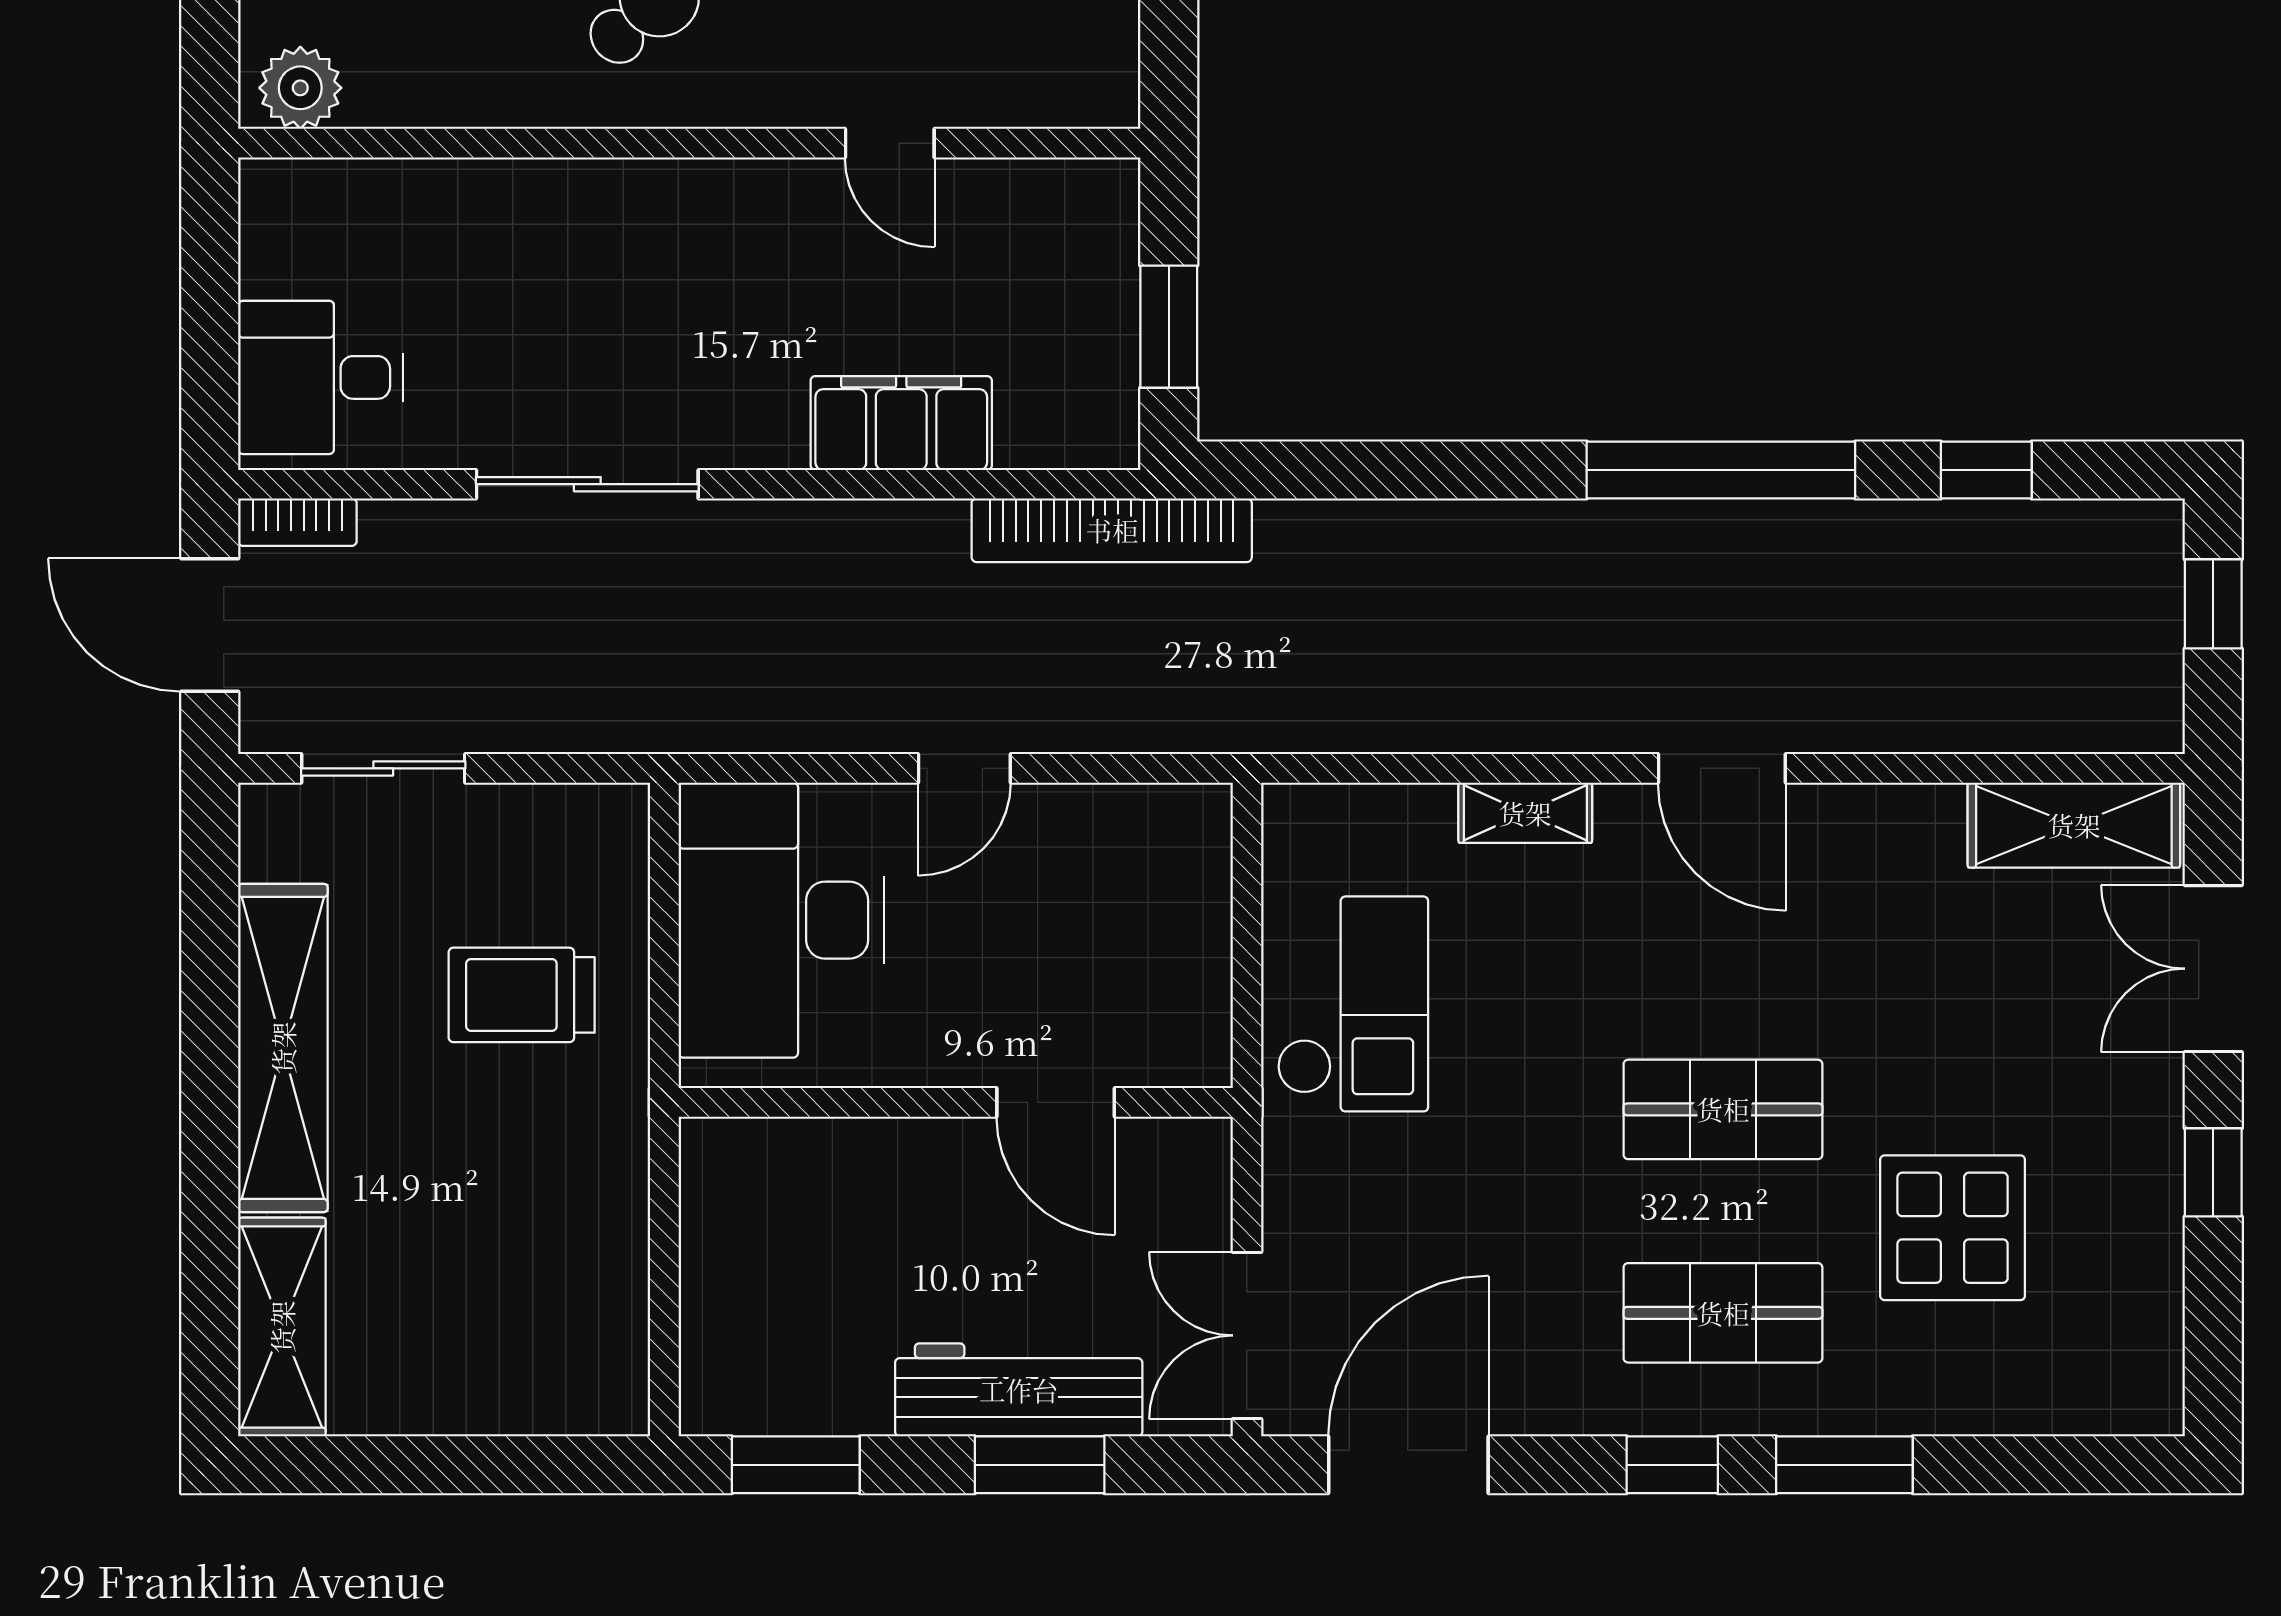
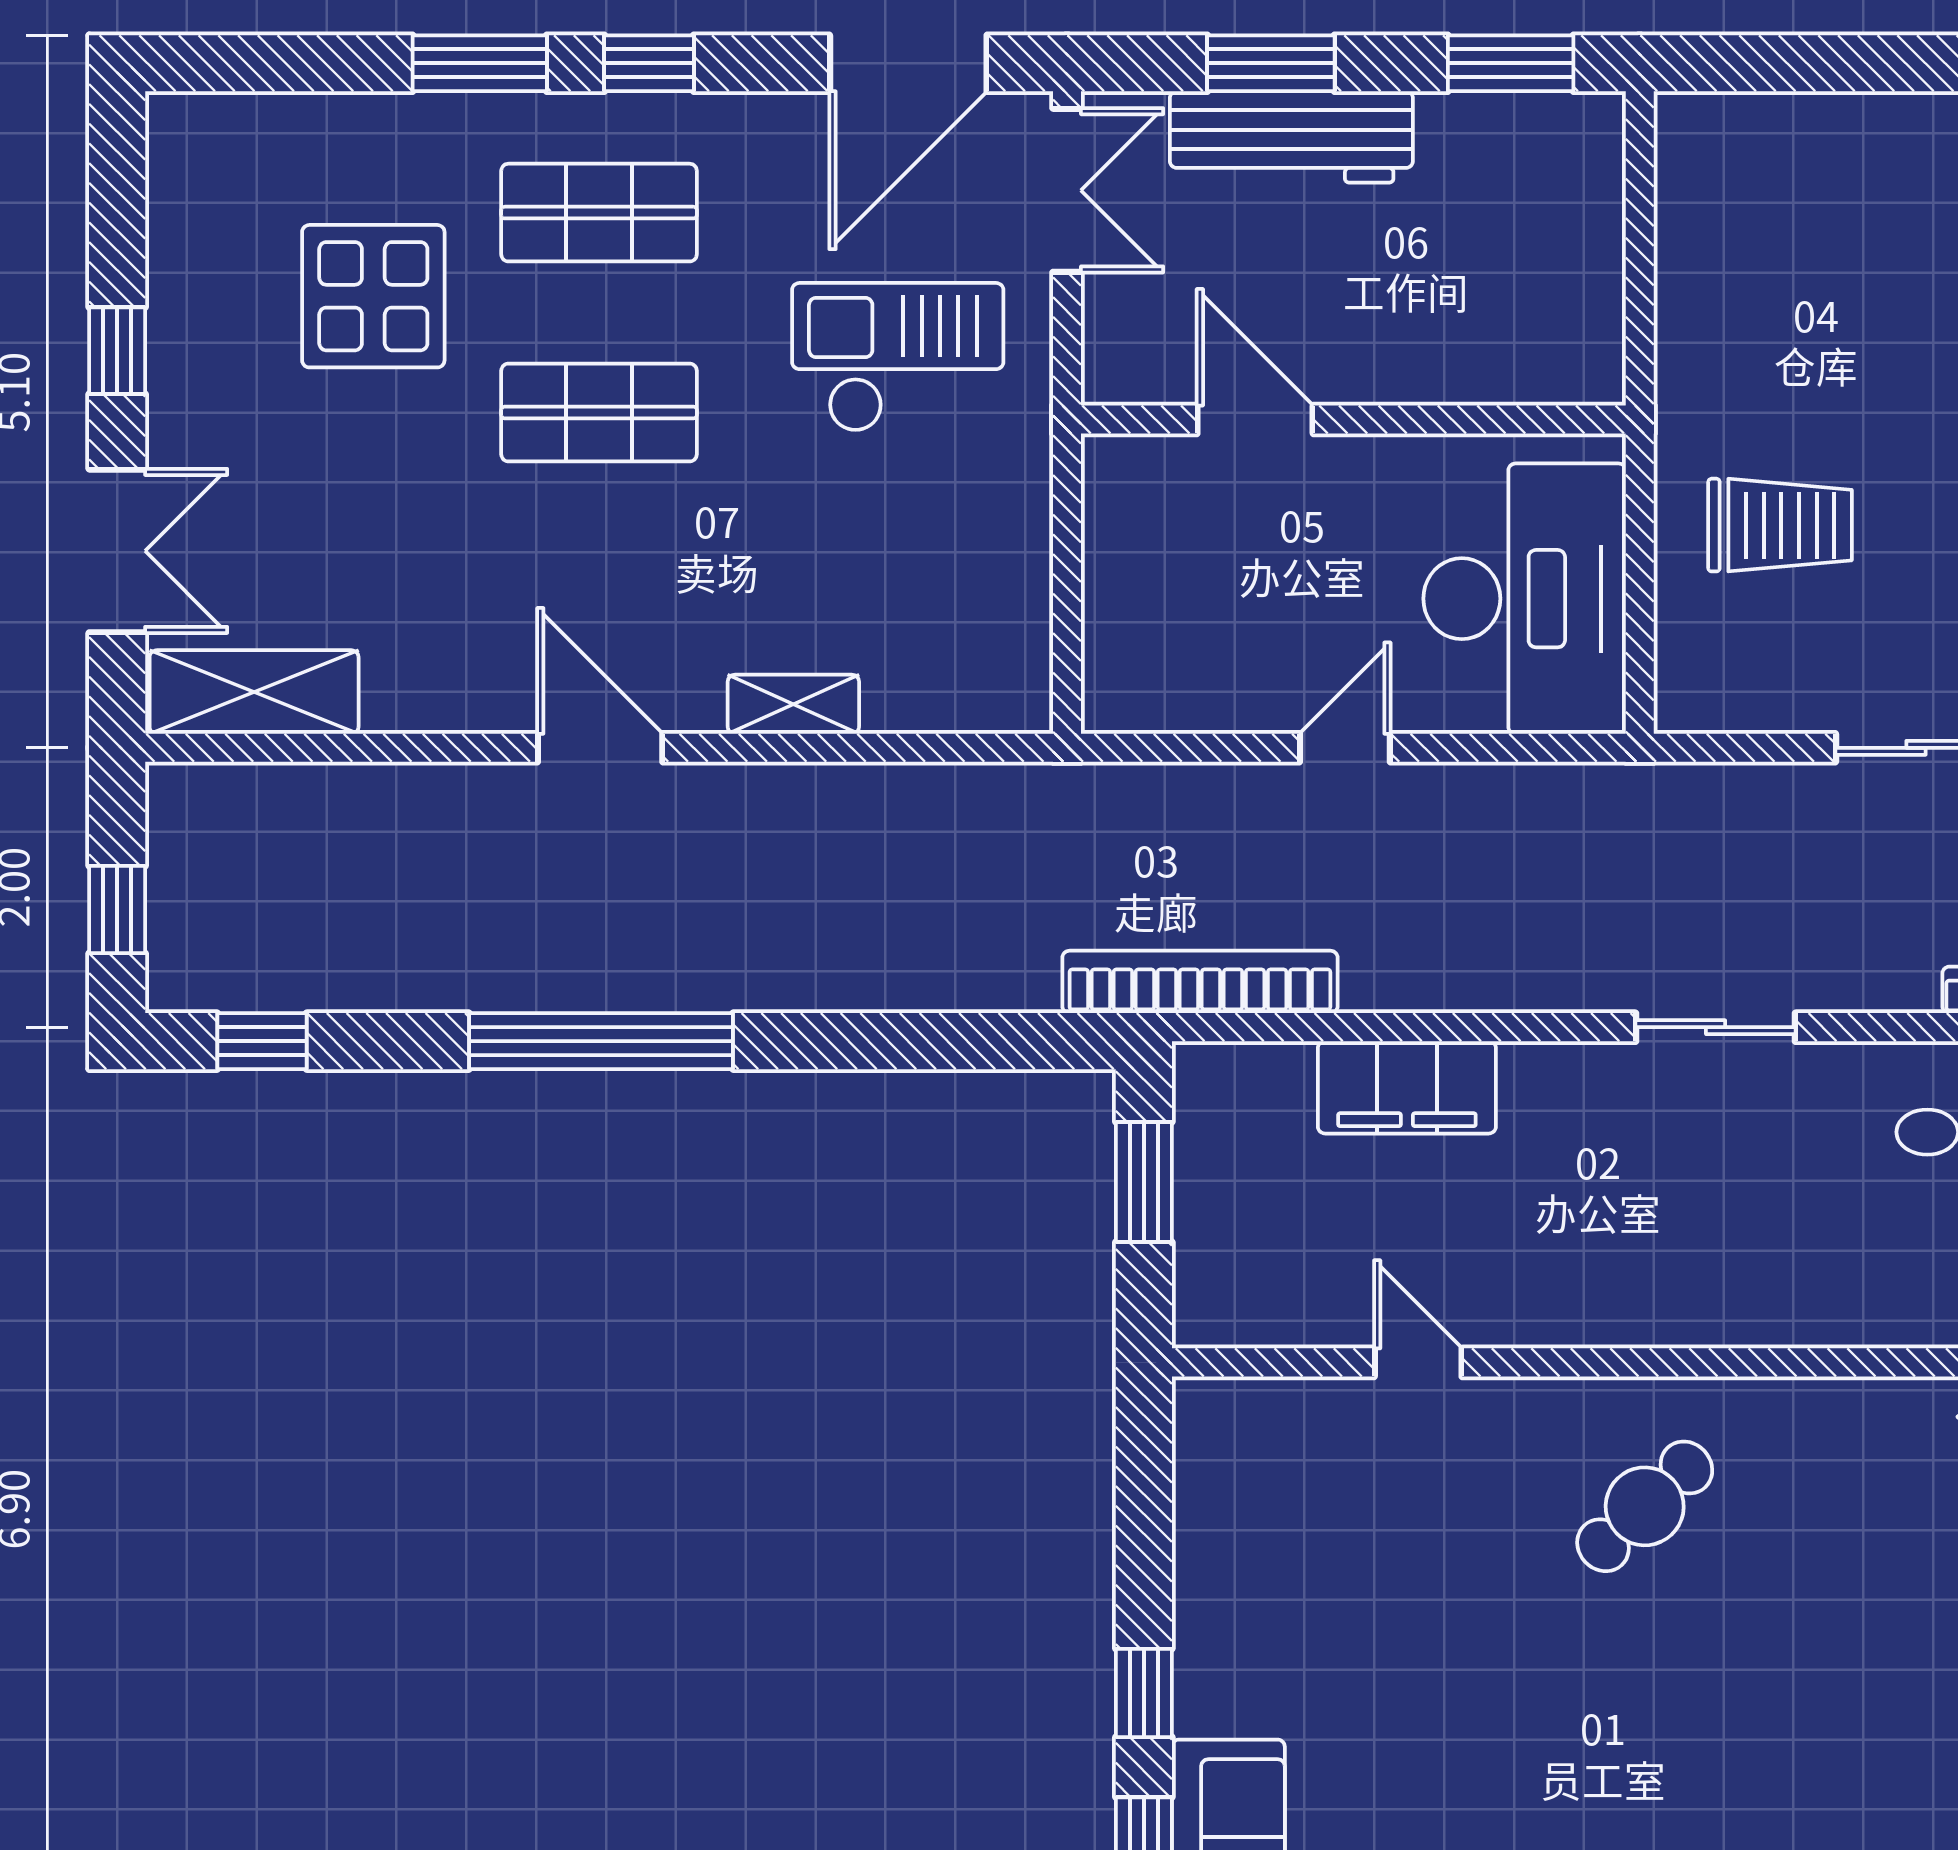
window: (1986, 470) -> (262, 1041), moved
sliding door: (587, 484) -> (1716, 1027), width x0.73
checkout: (1353, 1004) -> (898, 357), moved, turned 90

